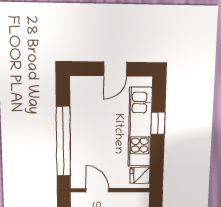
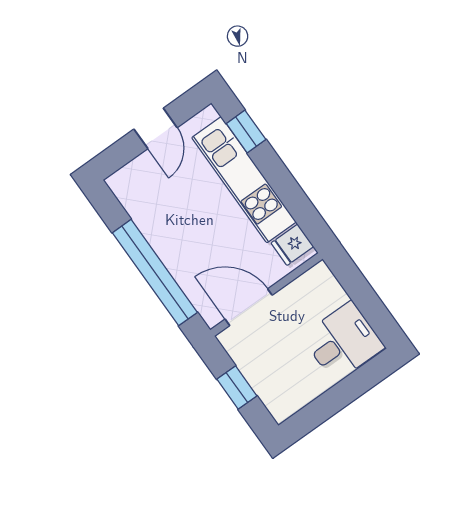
window: (158, 123) -> (246, 131), moved
door: (97, 190) -> (249, 307), width x1.38

